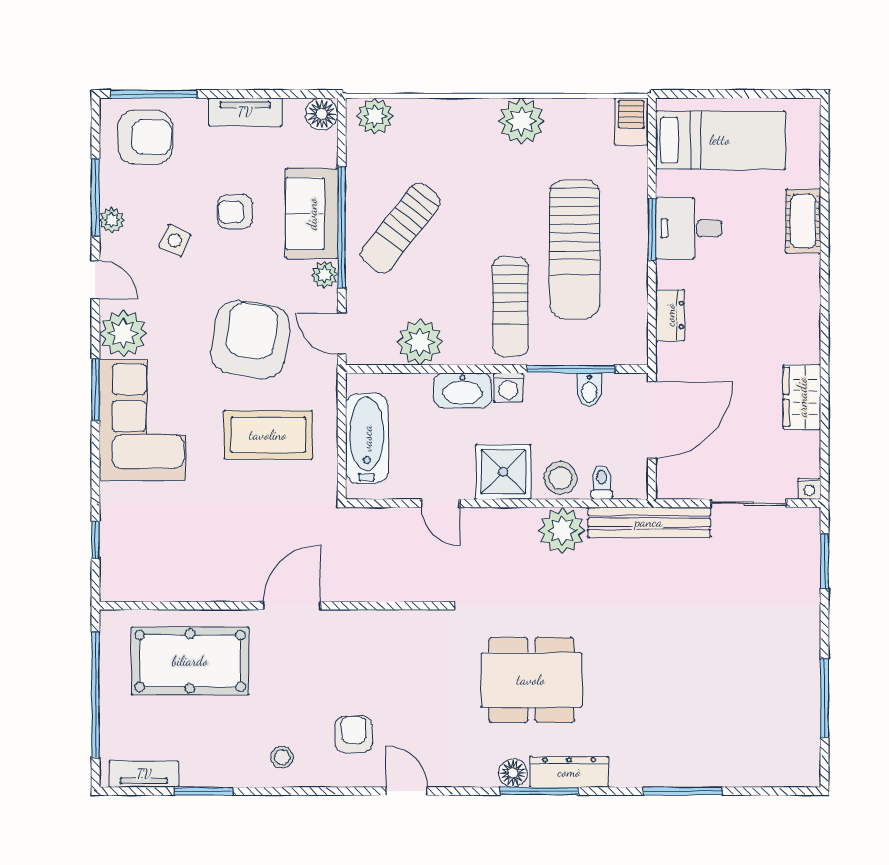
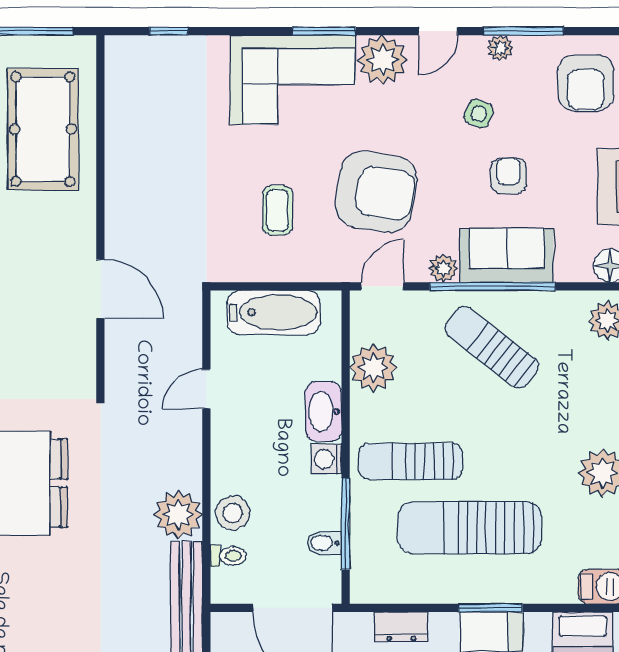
coffee table: (268, 435) -> (277, 210), width x0.54, depth x0.58
shower: (503, 472) -> (239, 454), removed
door: (292, 606) -> (100, 289), moved

